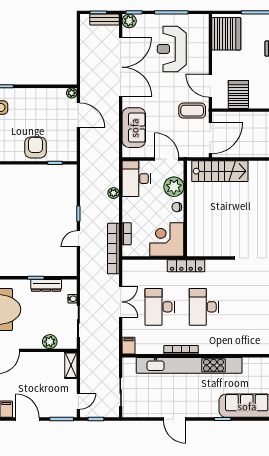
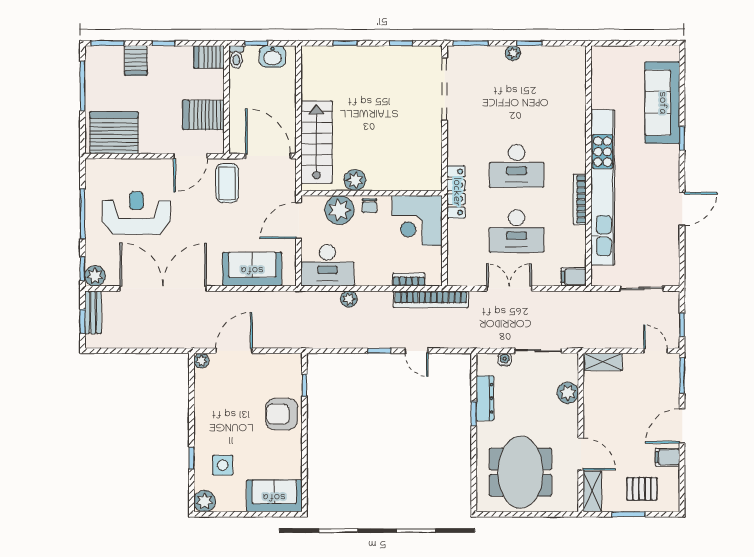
reception desk: (172, 49) -> (136, 213), turned 180
plant: (194, 197) -> (355, 180), added

